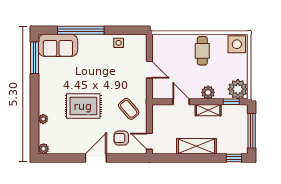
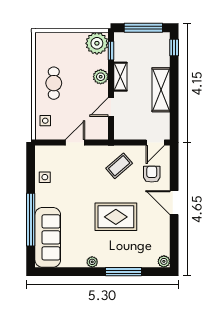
side table: (237, 44) -> (45, 121), moved, width x0.54, depth x0.54
sofa: (58, 45) -> (48, 237), width x1.36
cafe table: (202, 51) -> (54, 83), turned 90
window: (34, 58) -> (124, 272), moved
rug: (83, 106) -> (116, 217), turned 90
plant: (43, 119) -> (92, 262), moved
armchair: (121, 138) -> (152, 174), turned 180

